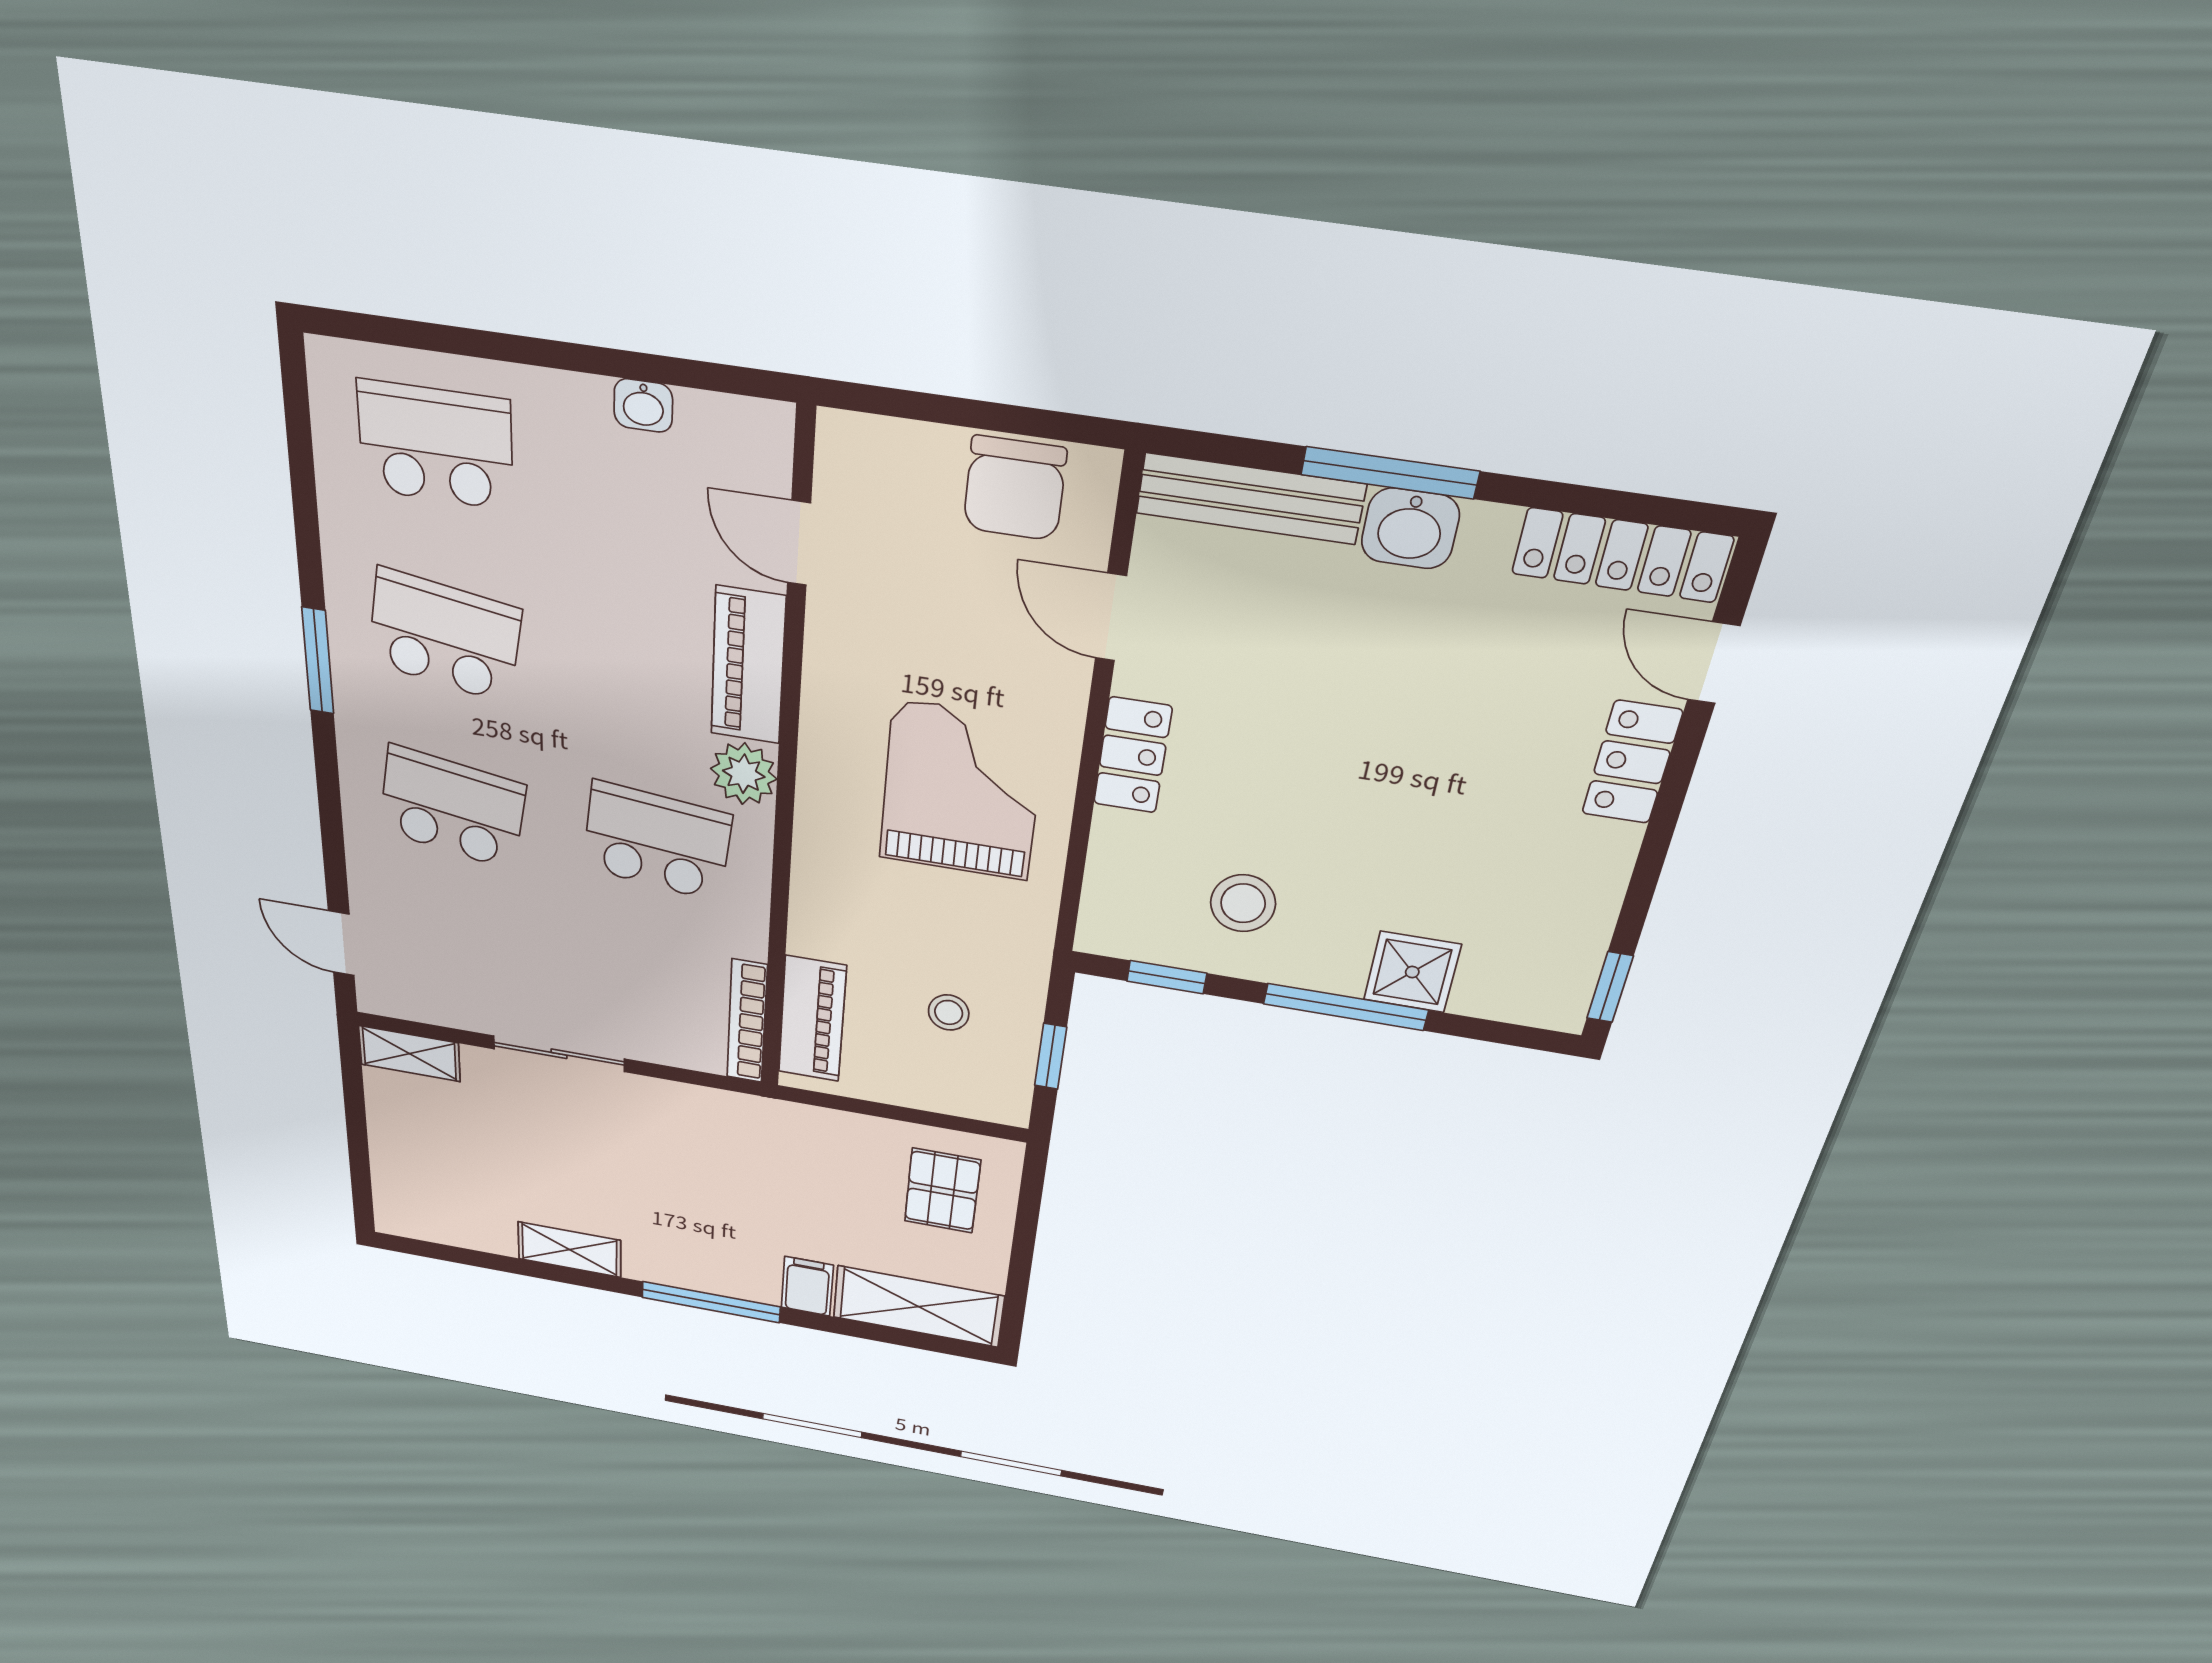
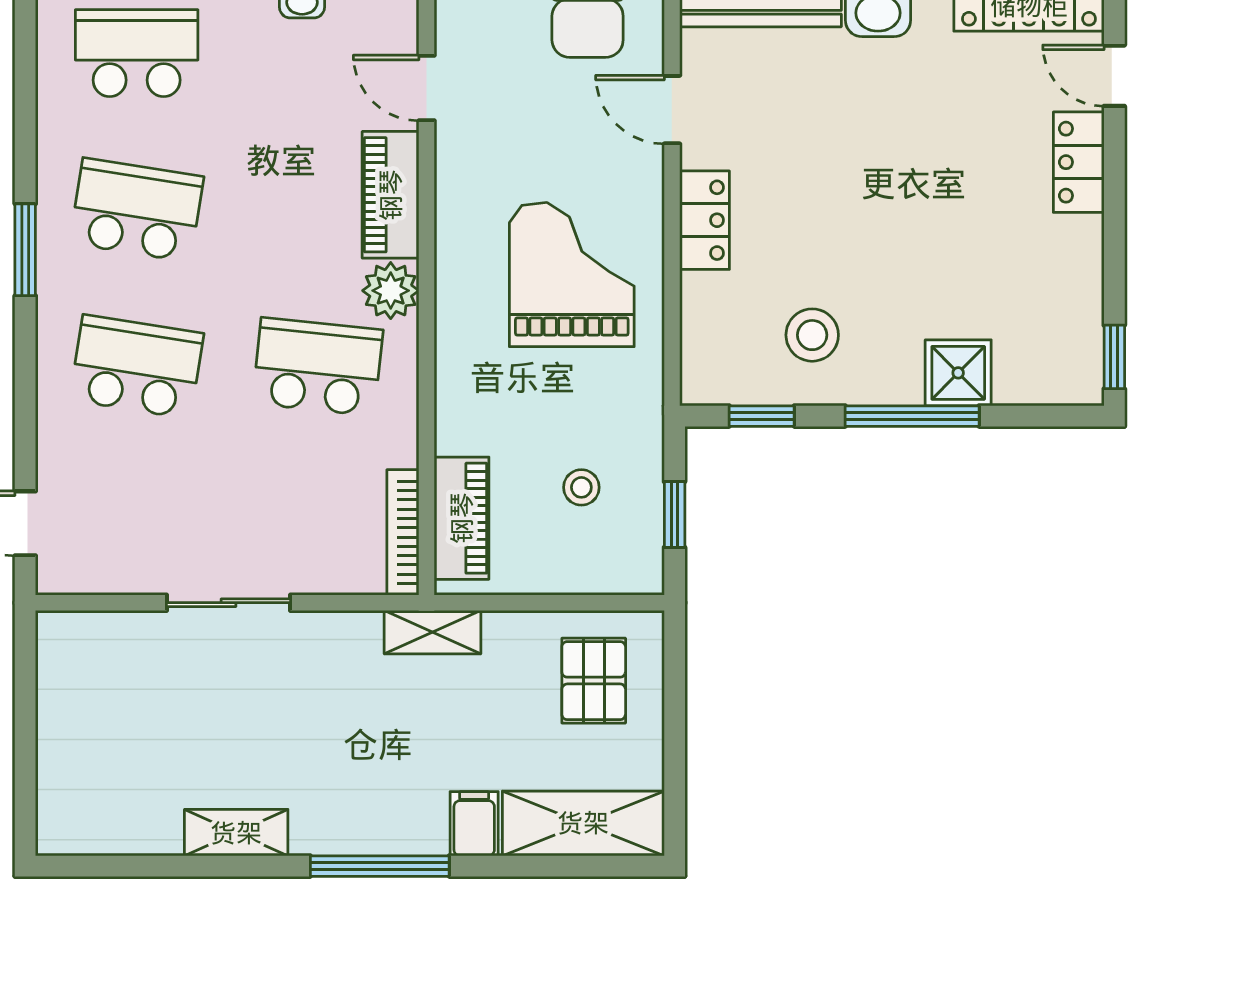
shelving: (410, 1054) -> (433, 632), moved

